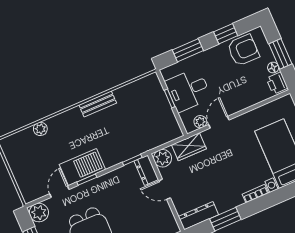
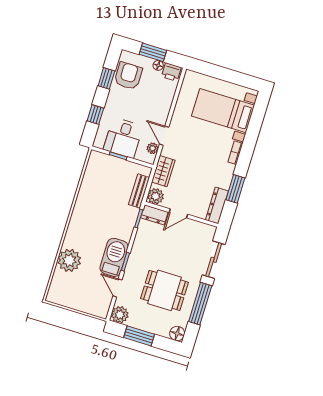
window: (188, 50) -> (95, 114), width x0.67
bench: (98, 104) -> (139, 191), moved
plant: (40, 129) -> (69, 260), width x1.88, depth x1.88

